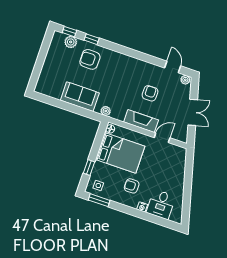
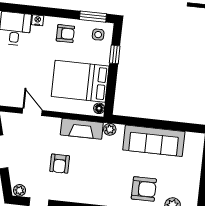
sofa: (80, 97) -> (154, 141), width x1.36
fireplace: (141, 121) -> (82, 129), moved
door: (162, 138) -> (32, 112), swing flipped
armchair: (132, 186) -> (65, 34), moved

